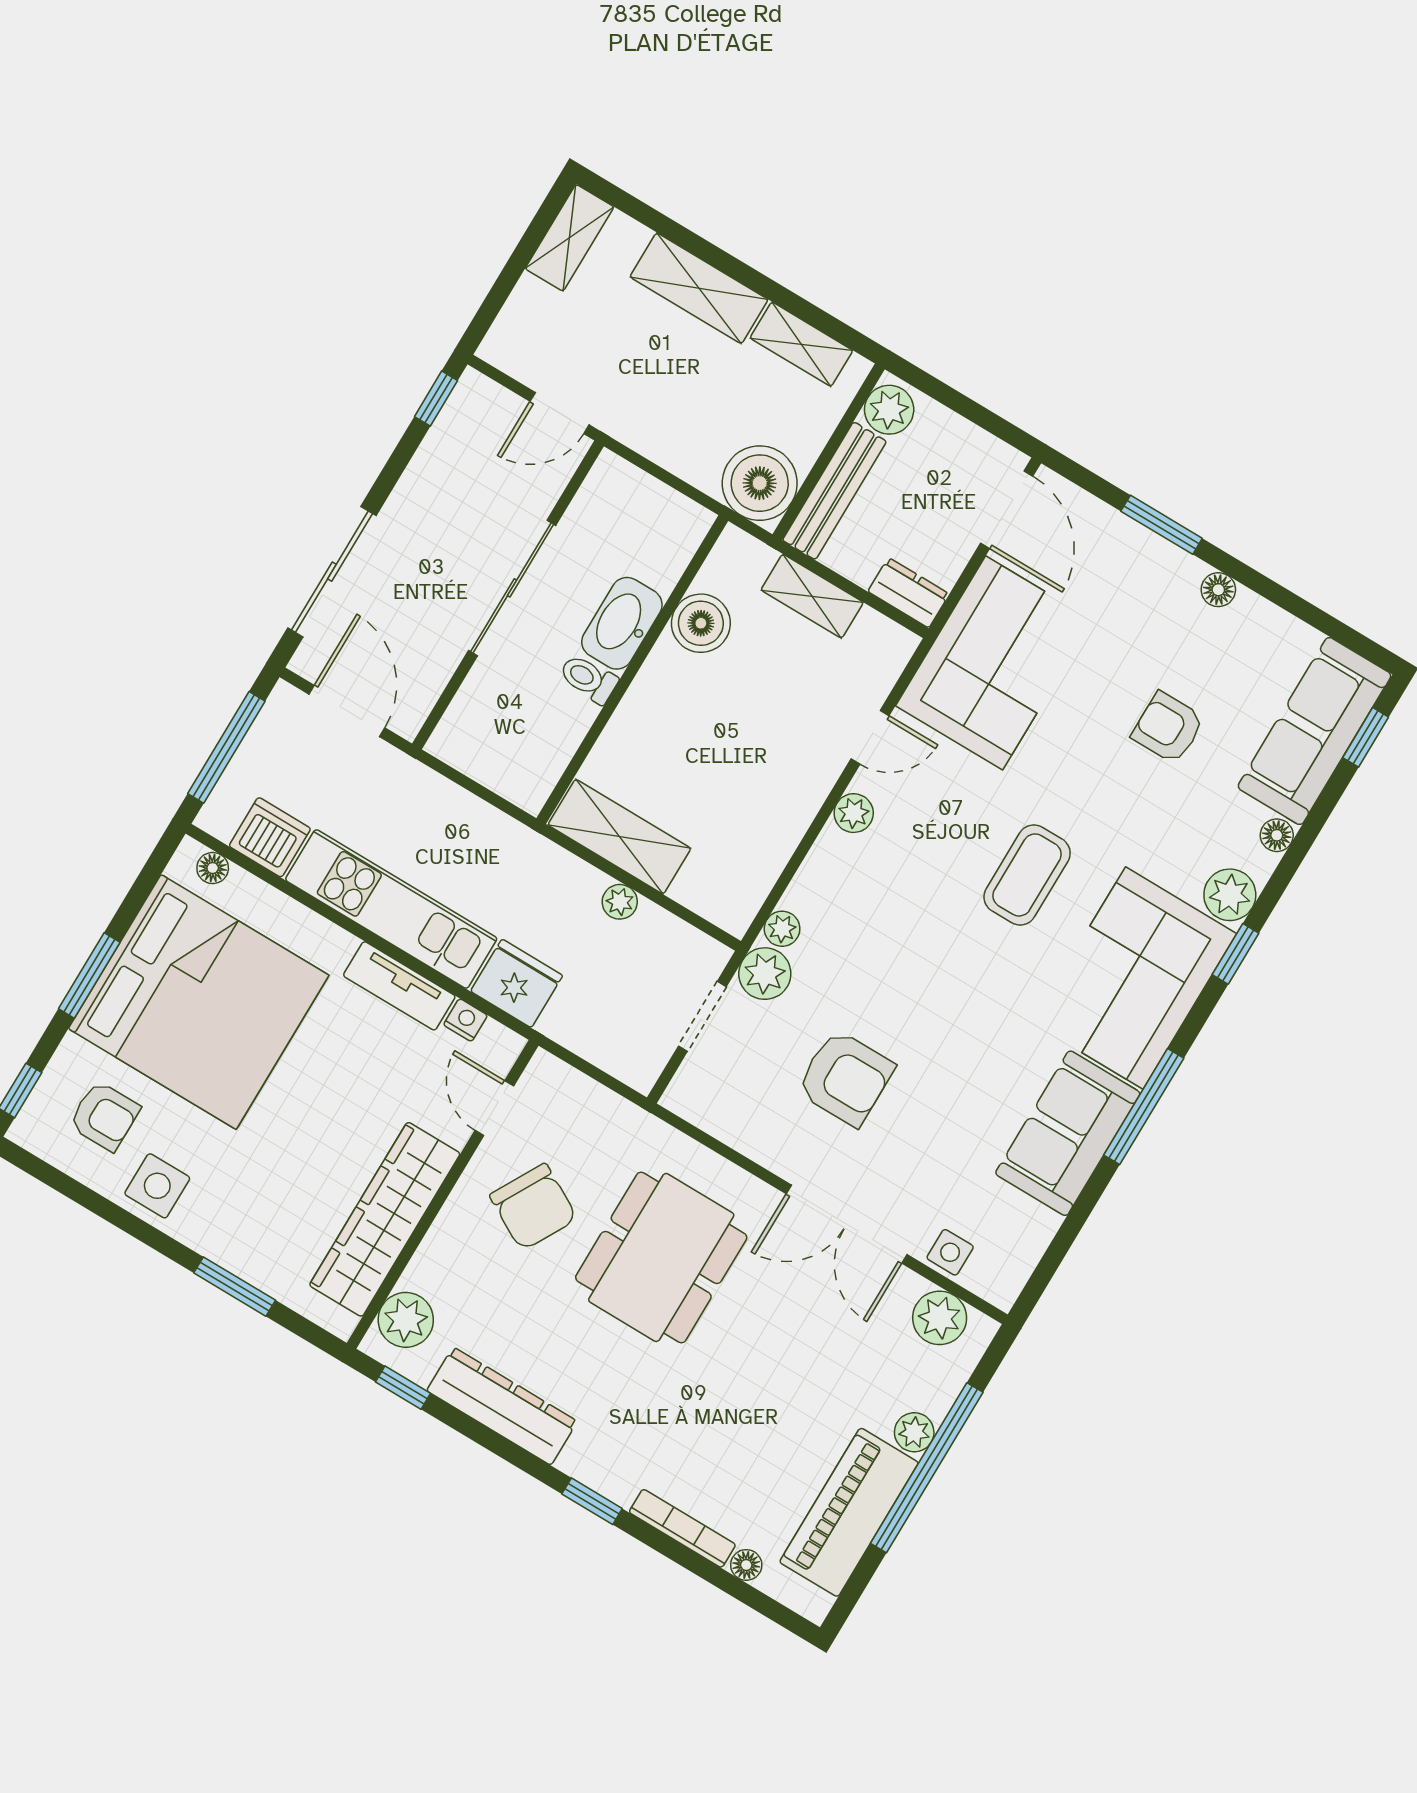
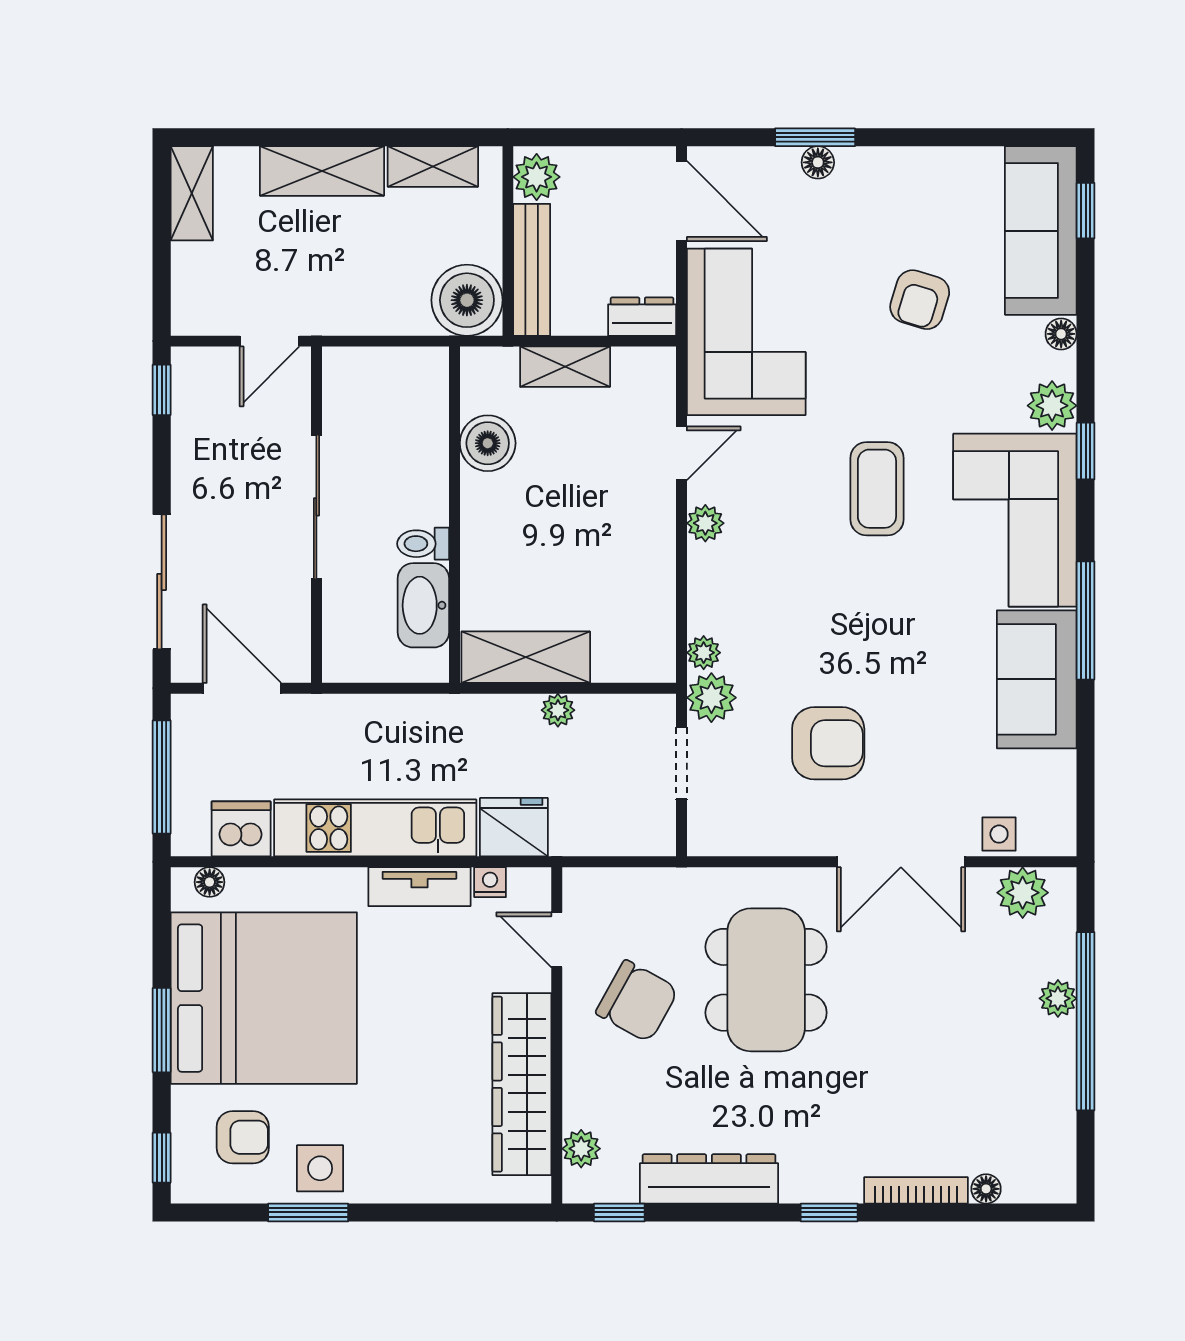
floor lamp: (1218, 590) -> (818, 162), moved
washbasin: (622, 623) -> (423, 605), moved
armchair: (1168, 728) -> (920, 300), turned -73
window: (235, 1287) -> (308, 1212), moved
plant: (406, 1320) -> (581, 1149), width x0.73, depth x0.73
piano: (849, 1512) -> (1044, 1096), removed

